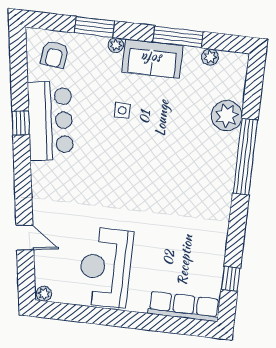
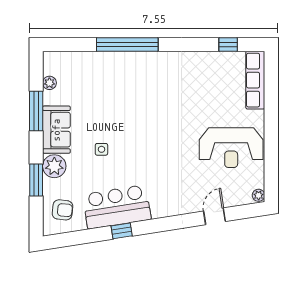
plant: (116, 45) -> (54, 166), width x1.88, depth x1.88
plant: (227, 116) -> (96, 64), removed

